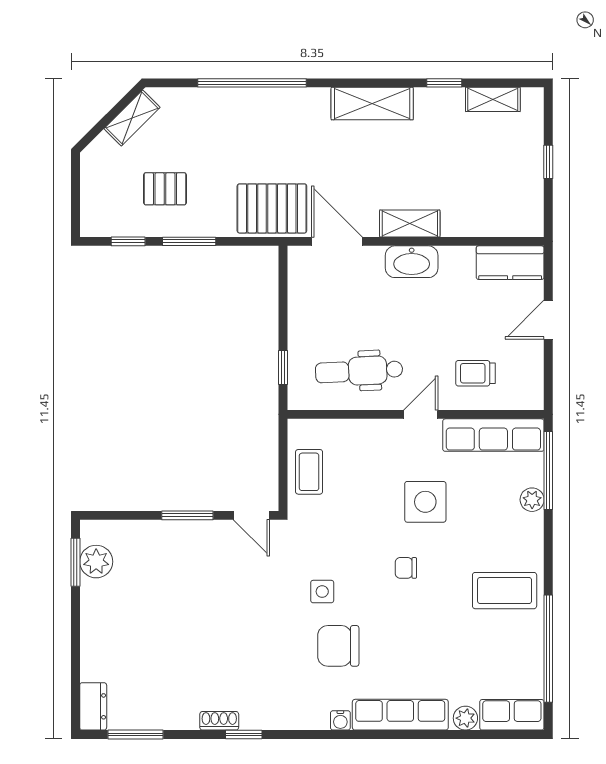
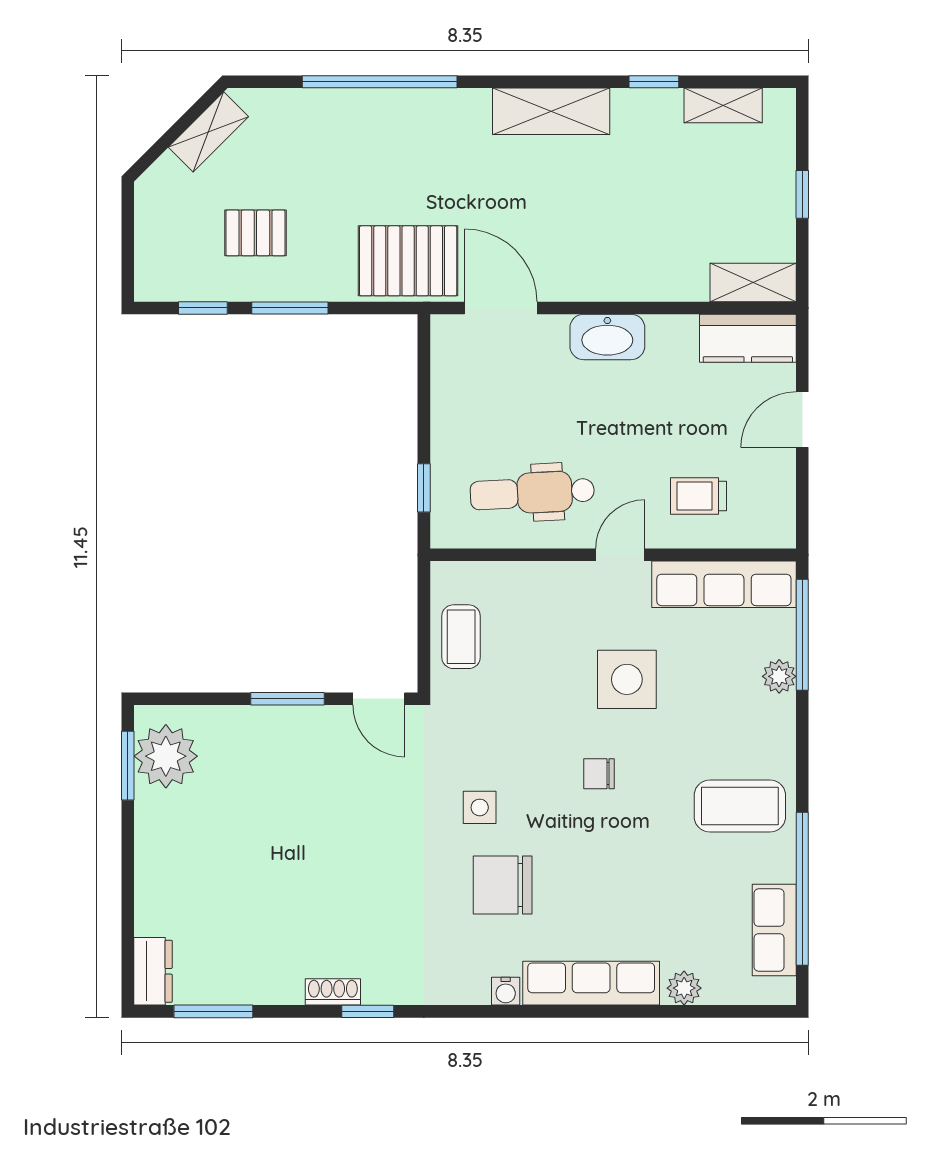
shelving: (410, 224) -> (753, 282), moved
plant: (96, 562) -> (166, 756), width x1.36, depth x1.36
row of seats: (512, 715) -> (774, 930), moved, turned -90

